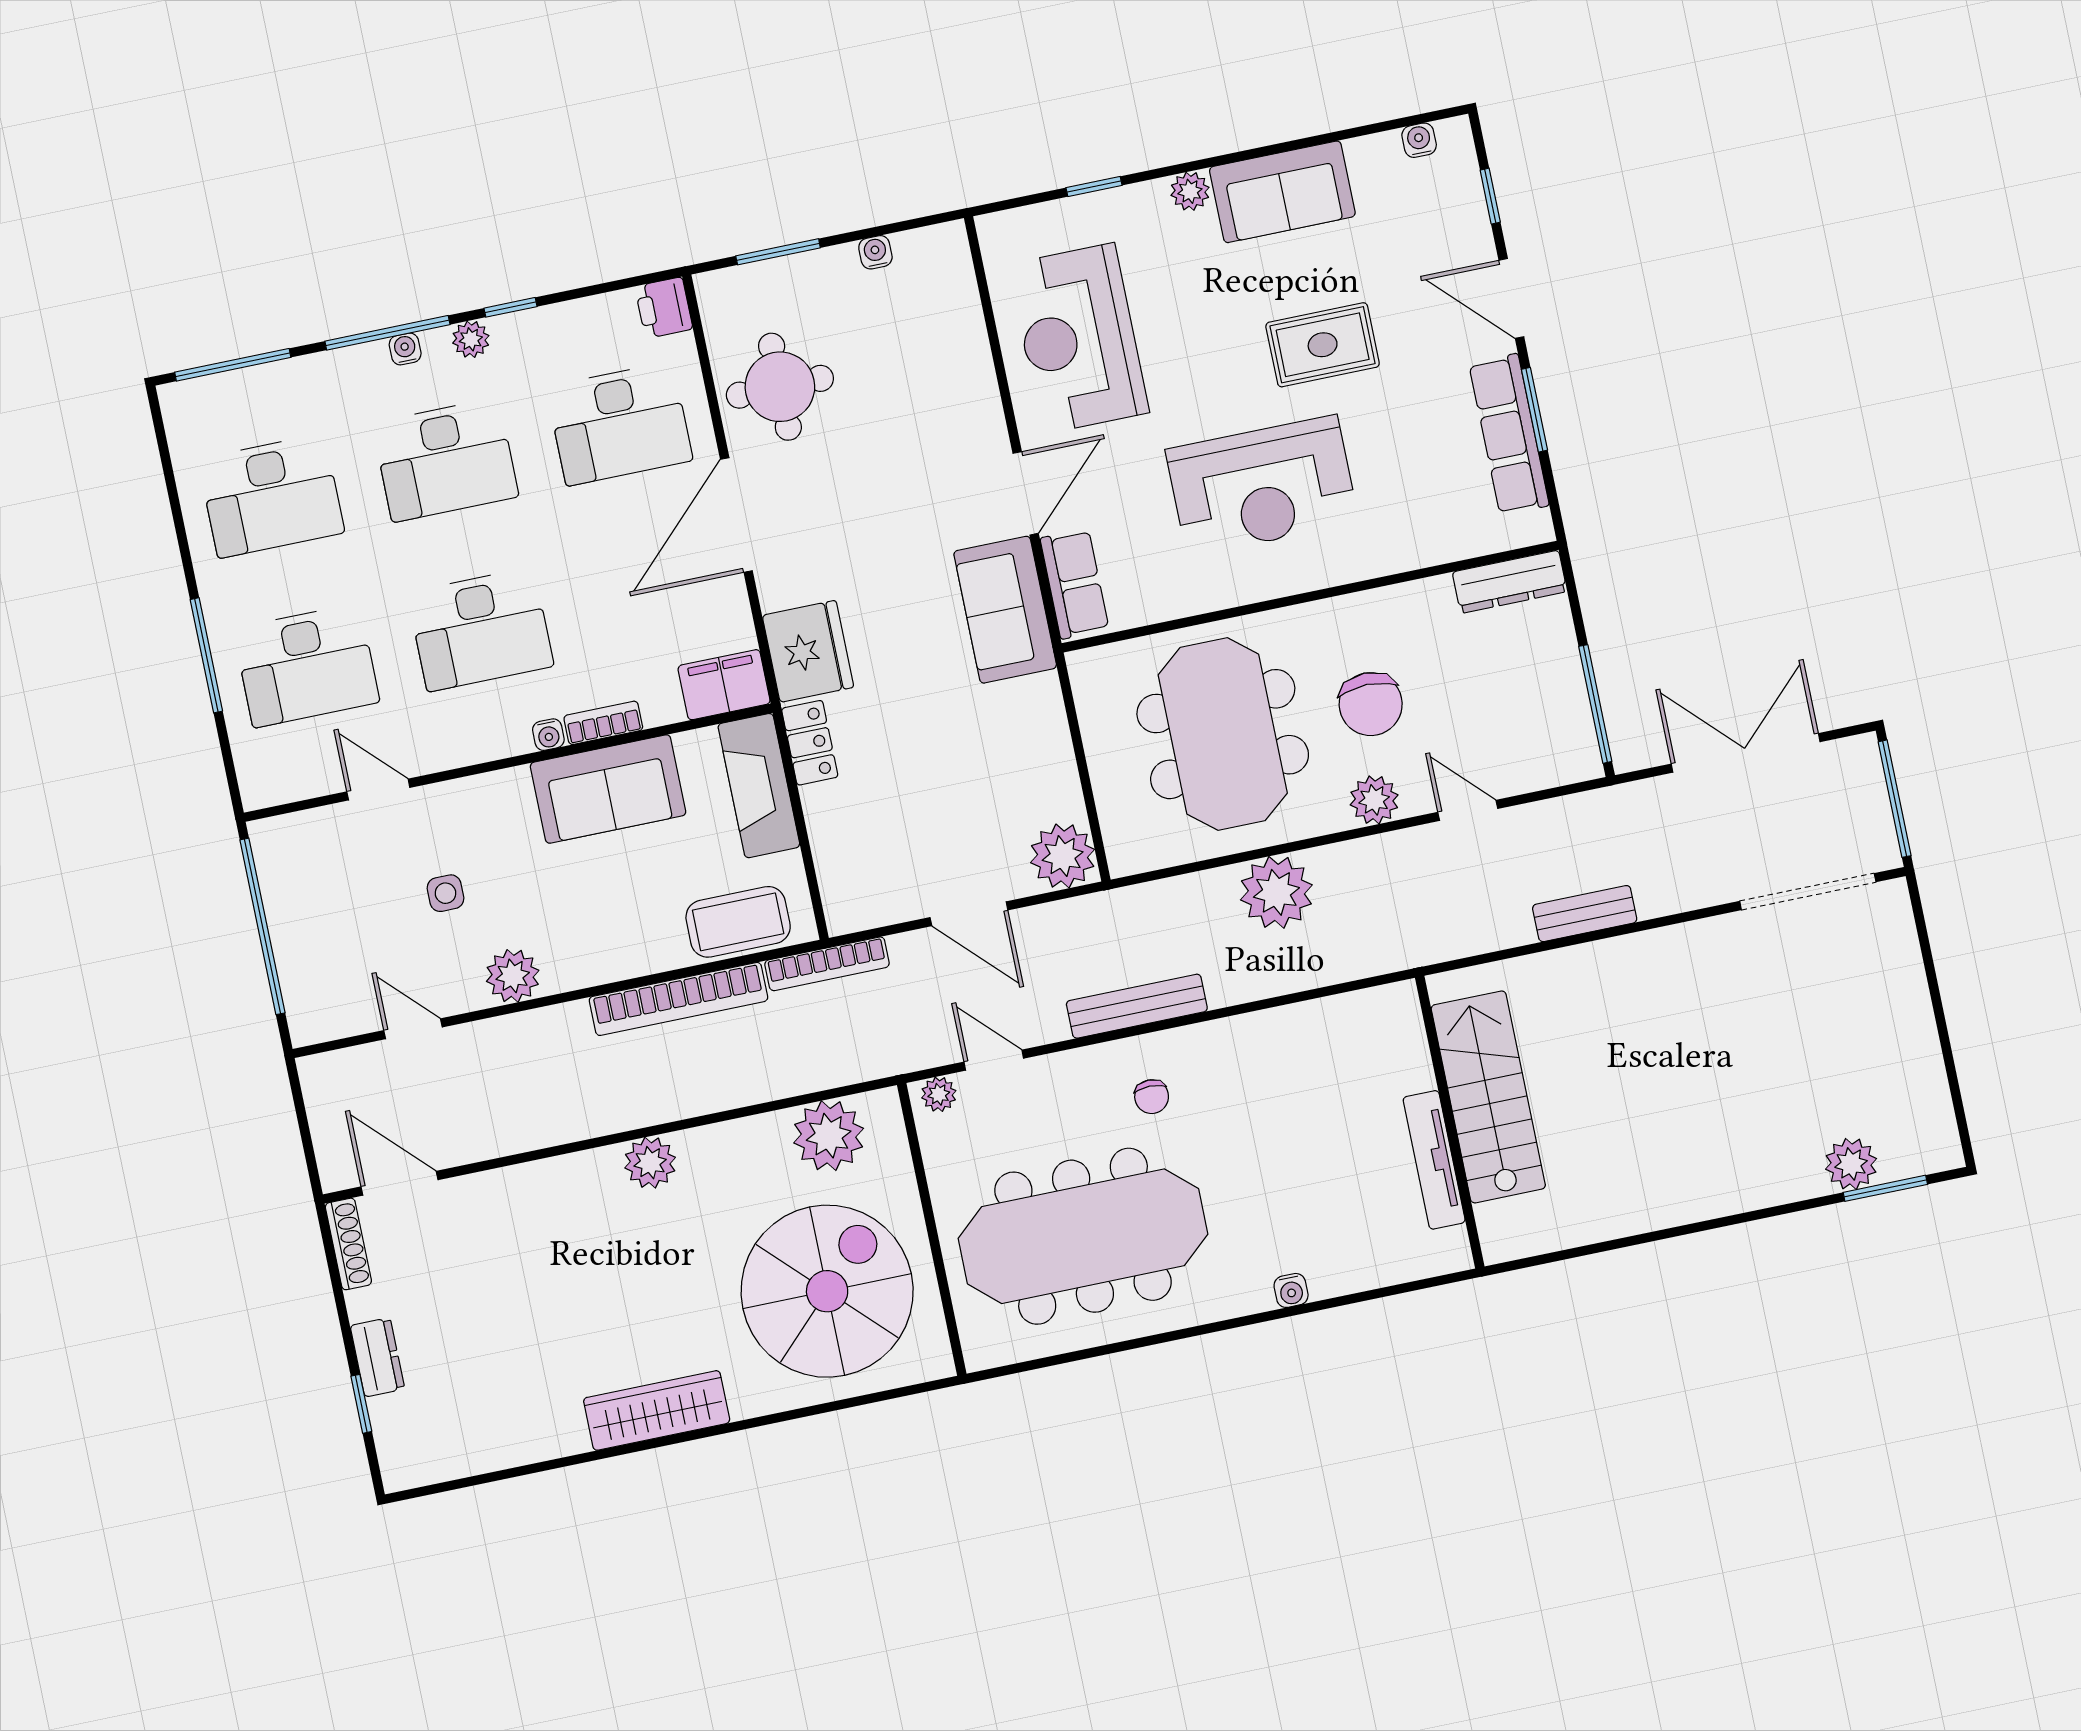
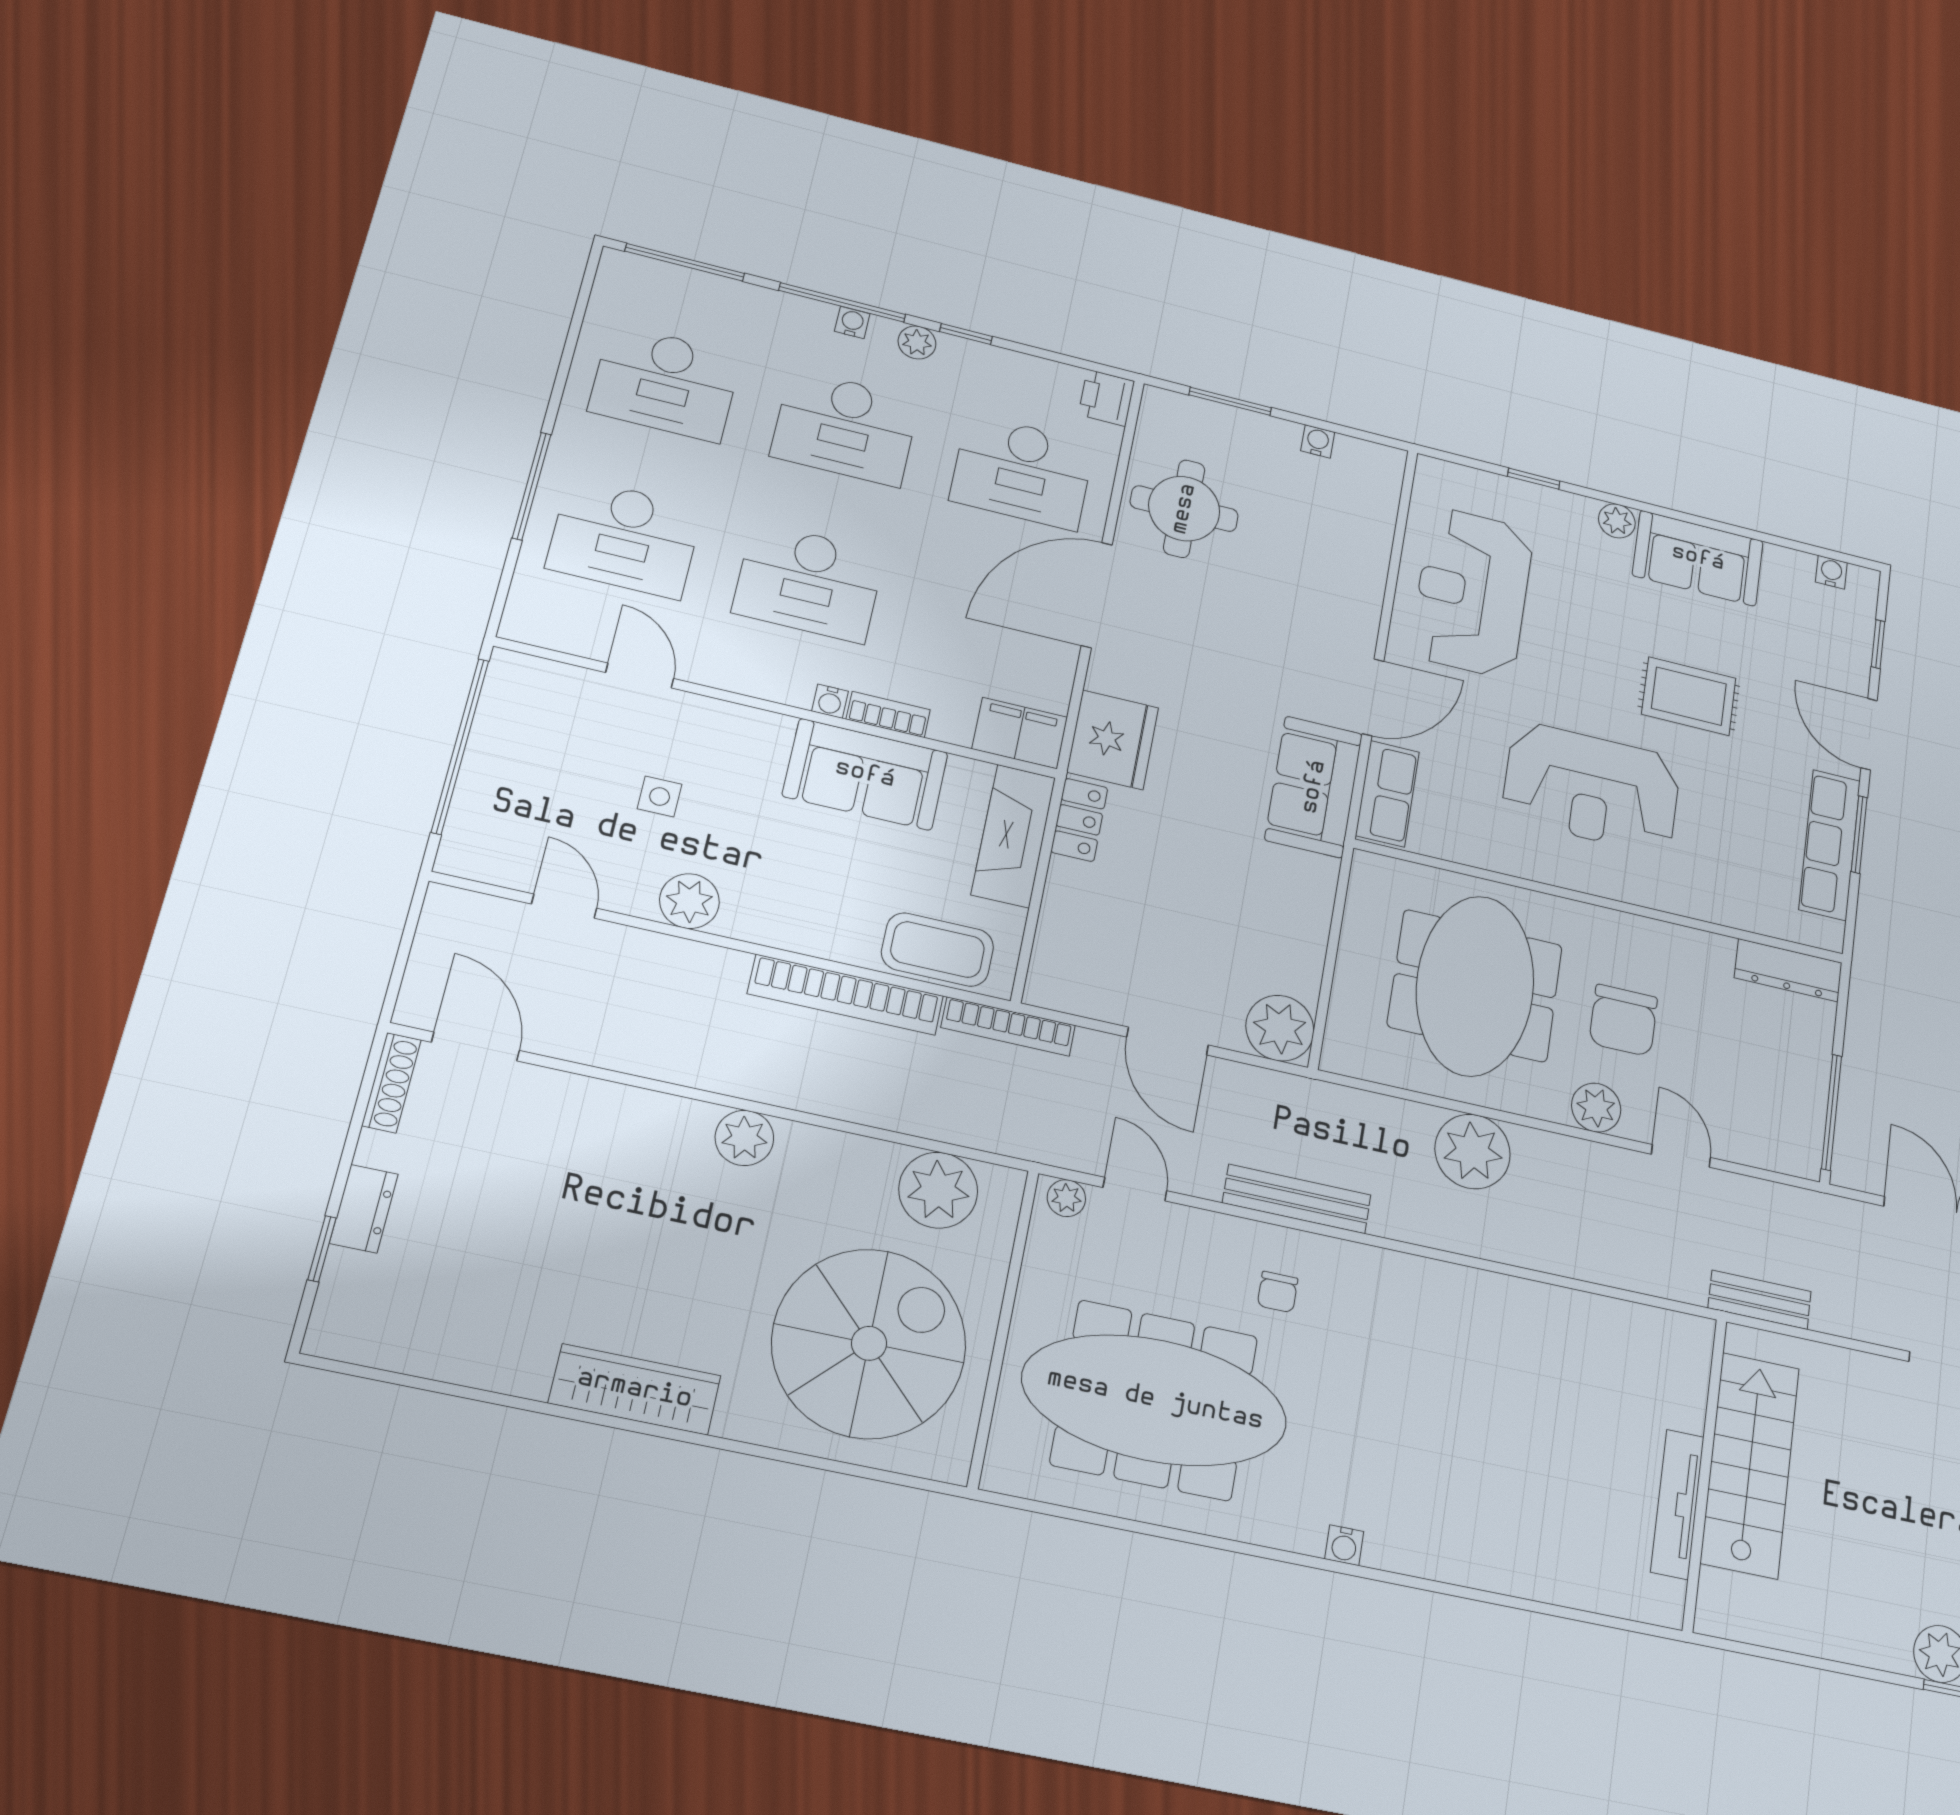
stairs: (1488, 1097) -> (1750, 1465), moved
wall: (1450, 1122) -> (1705, 1474), moved
tv unit: (1434, 1160) -> (1677, 1504), moved

